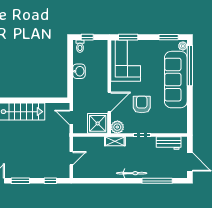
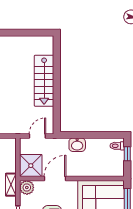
washbasin: (79, 71) -> (77, 145), moved
door: (109, 102) -> (55, 179), swing flipped

